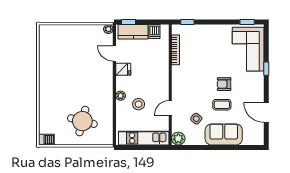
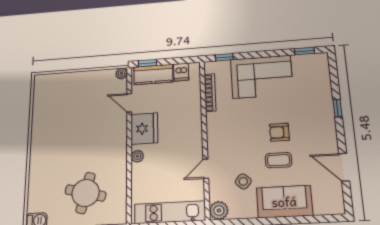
corner sofa: (248, 49) -> (262, 77), moved, turned -90
fridge: (123, 69) -> (144, 129), width x1.88, depth x1.34
stool: (139, 104) -> (162, 166), removed

